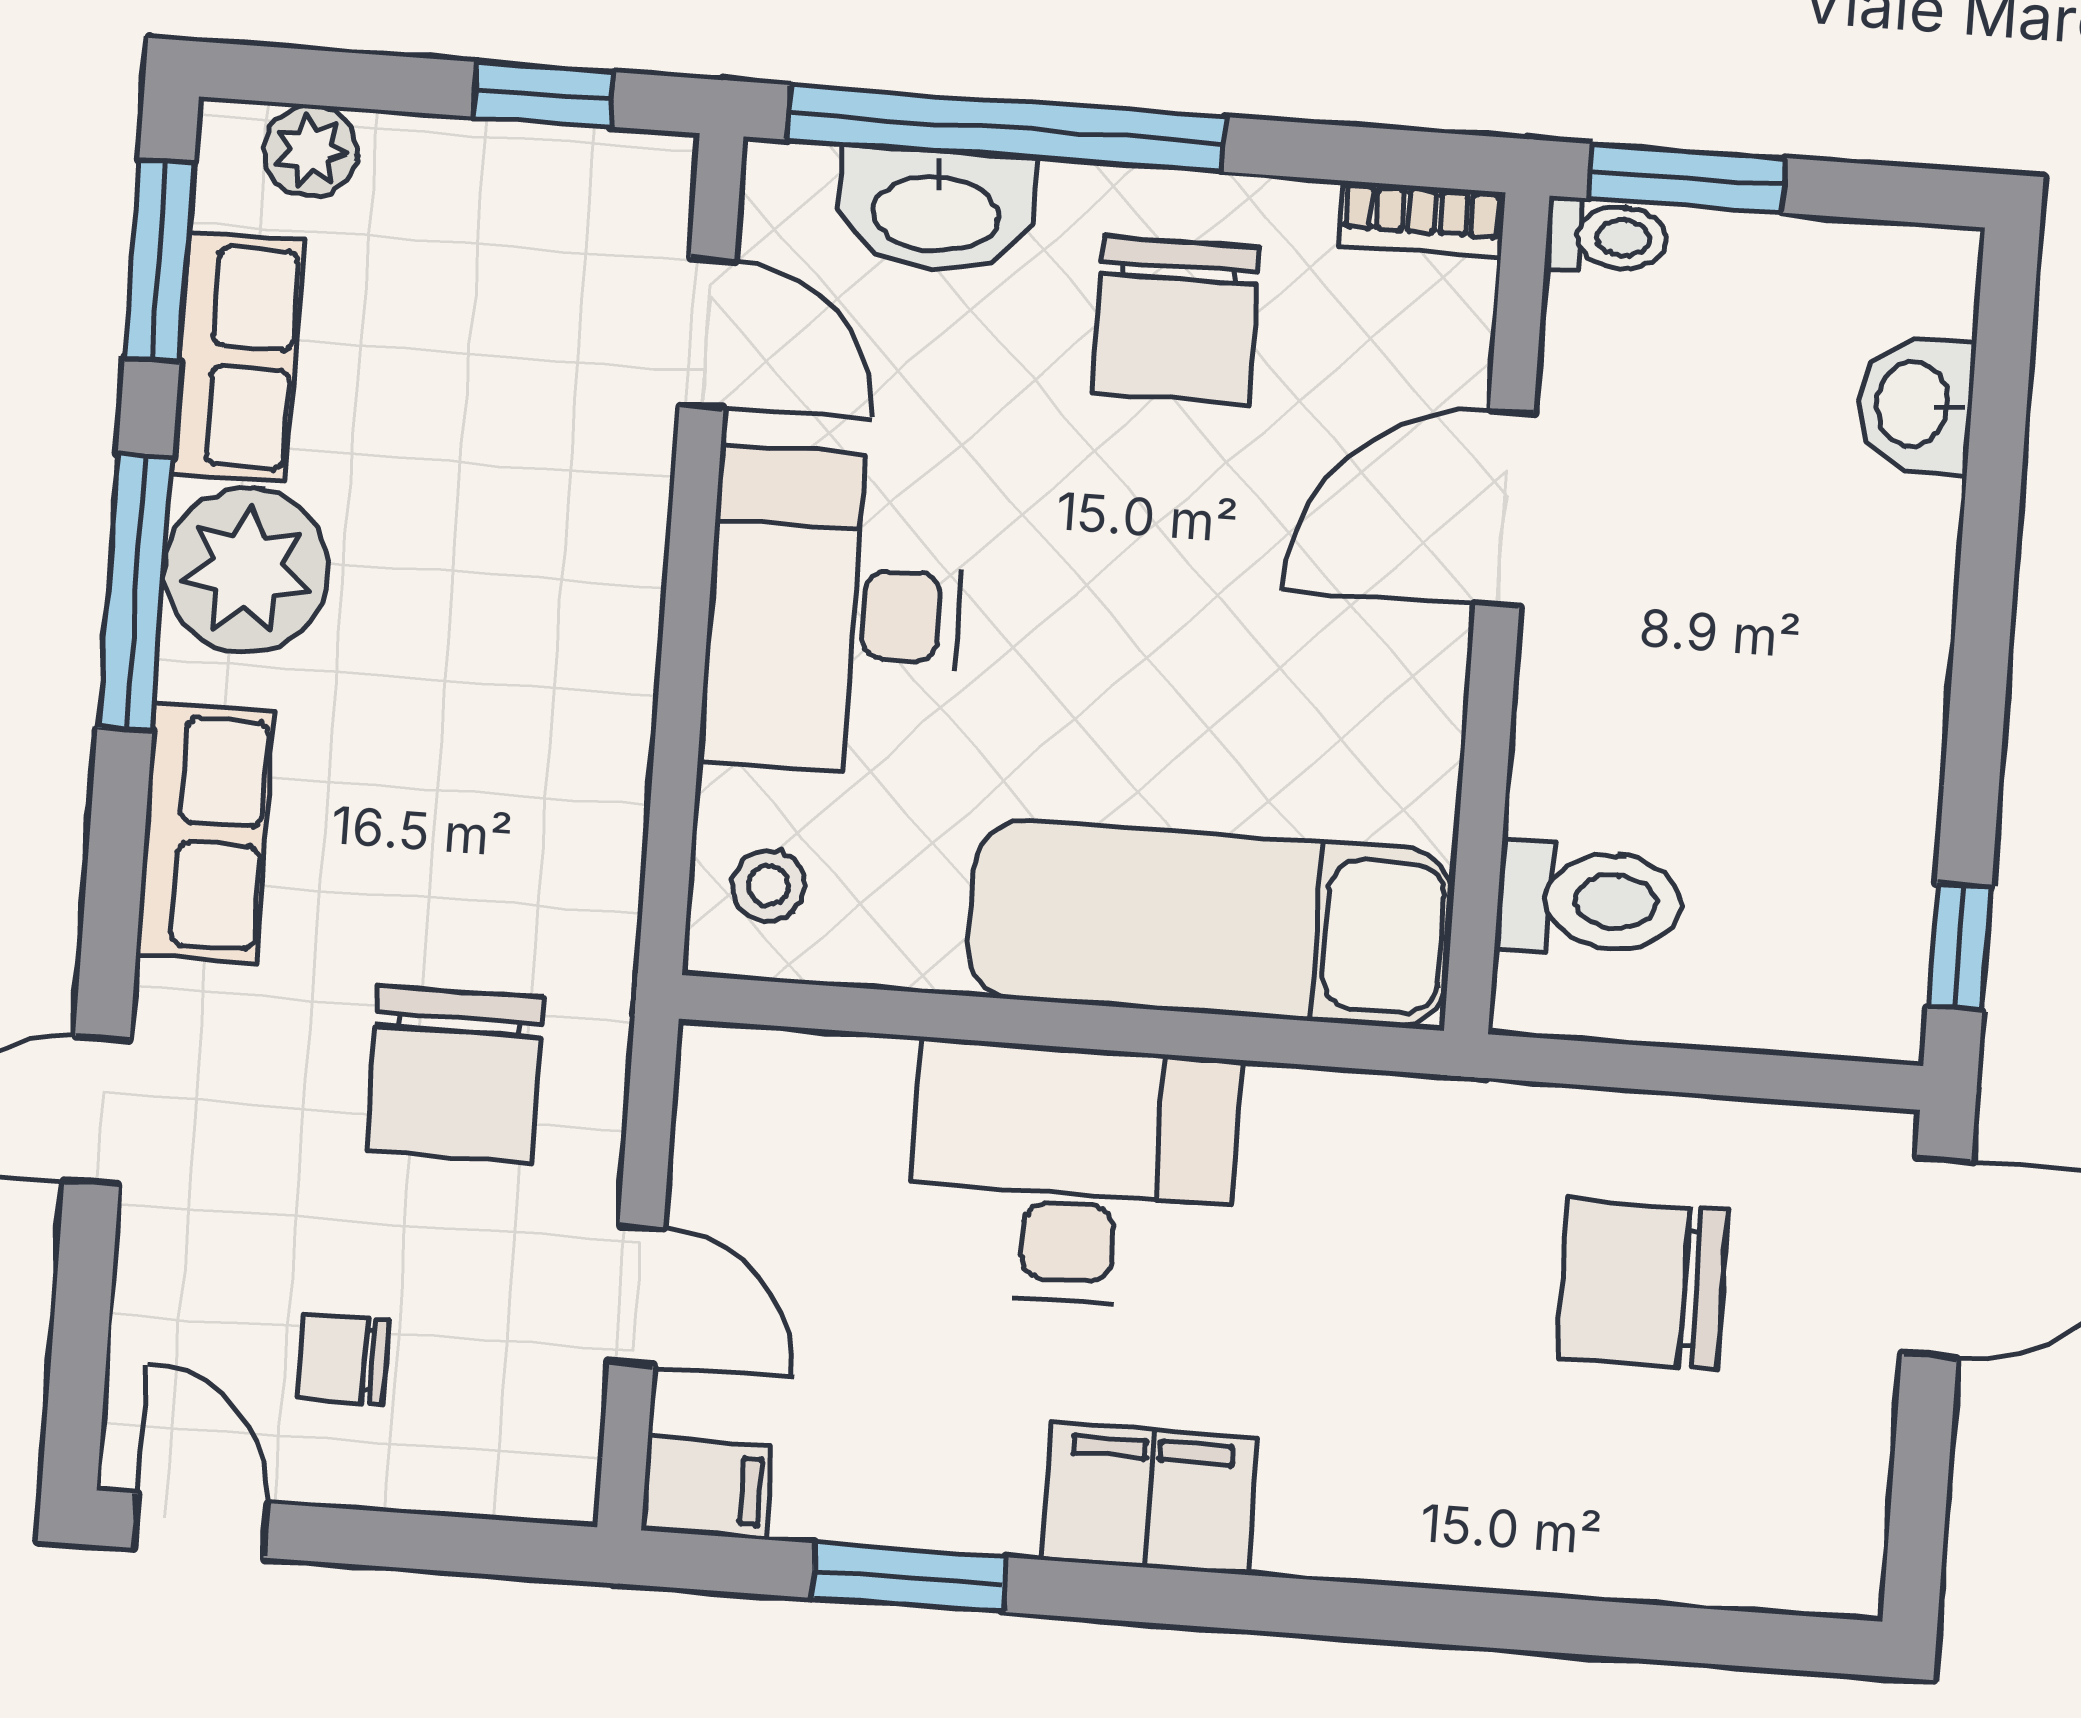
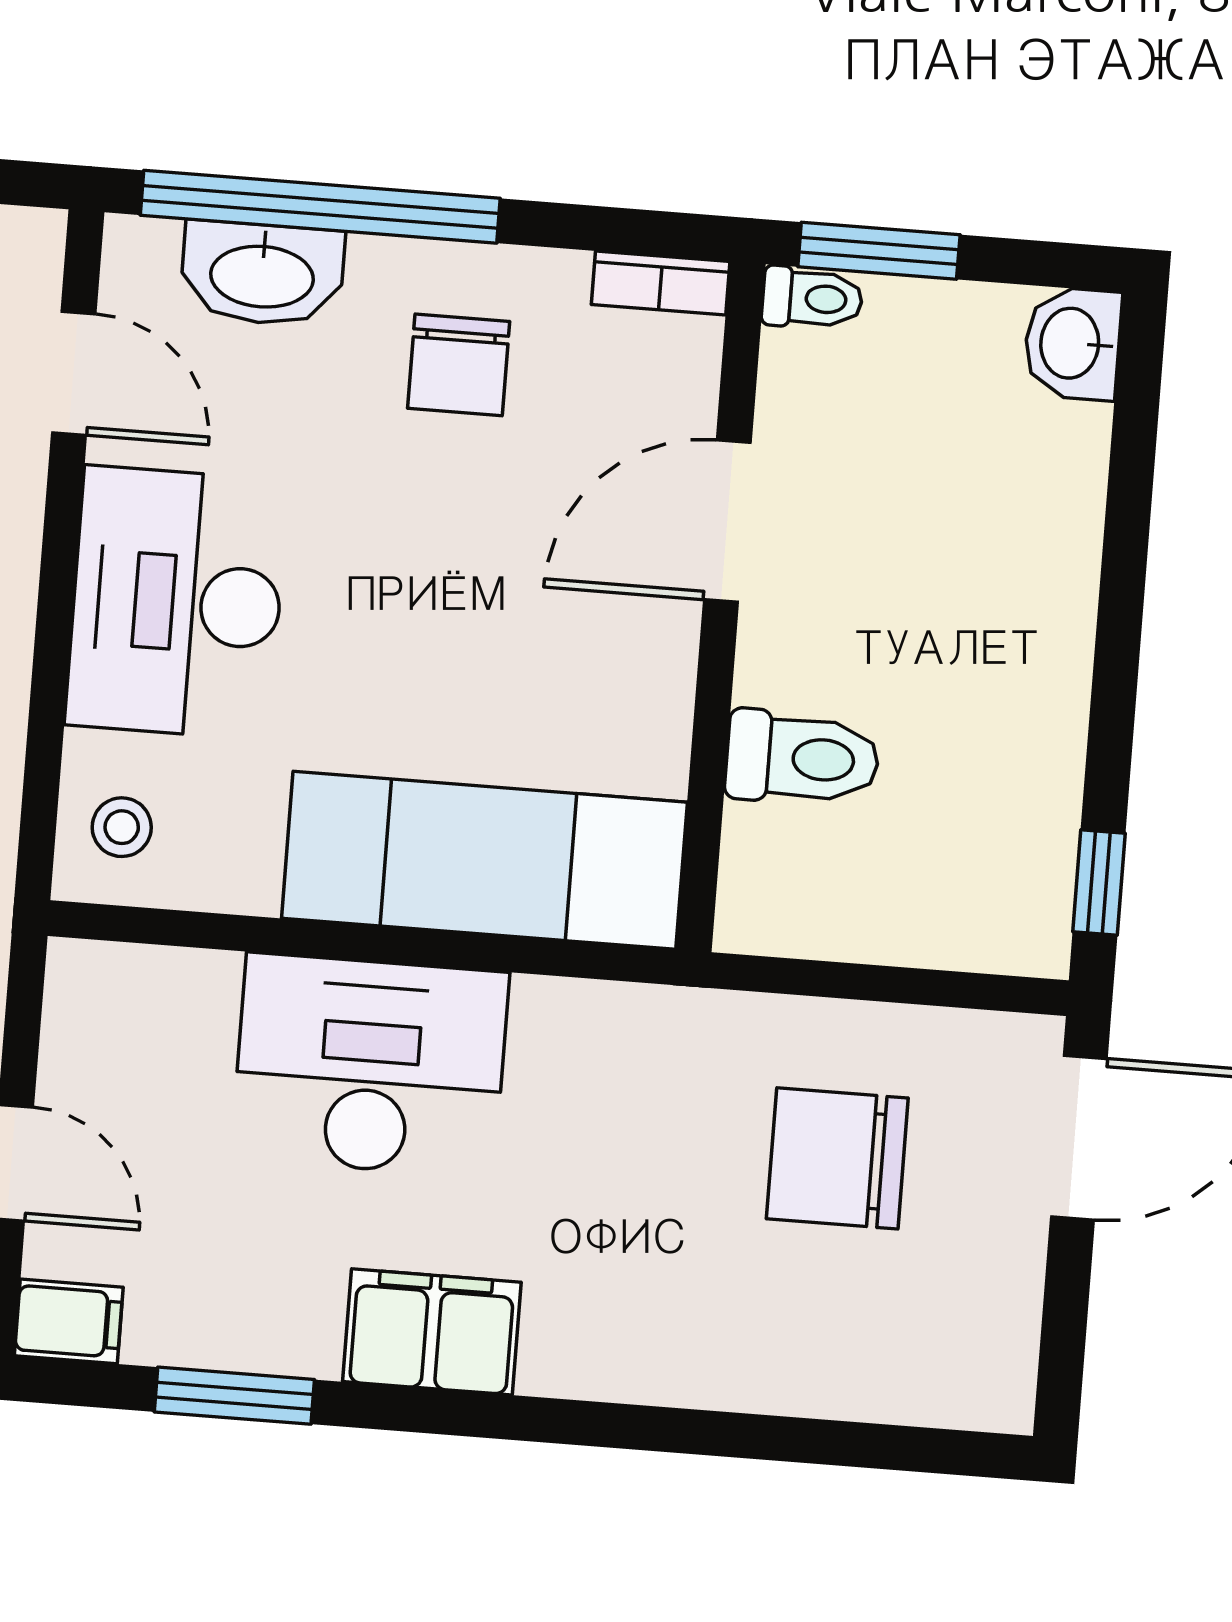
chair: (1176, 320) -> (459, 365), width x0.73, depth x0.73
washbasin: (1915, 405) -> (1072, 343), moved
toilet: (1590, 900) -> (802, 758), moved

